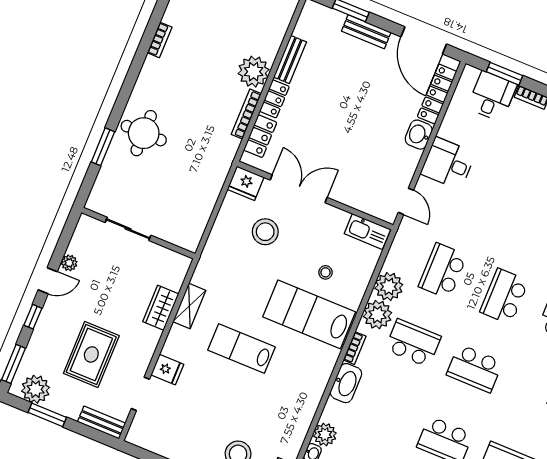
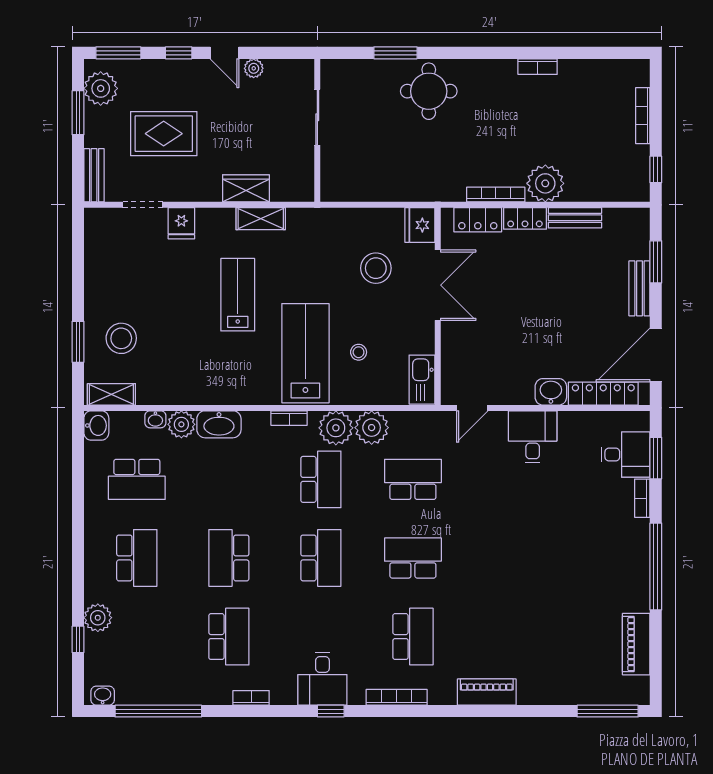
school desk: (475, 368) -> (321, 558), turned 180
washbasin: (346, 383) -> (219, 424), moved

